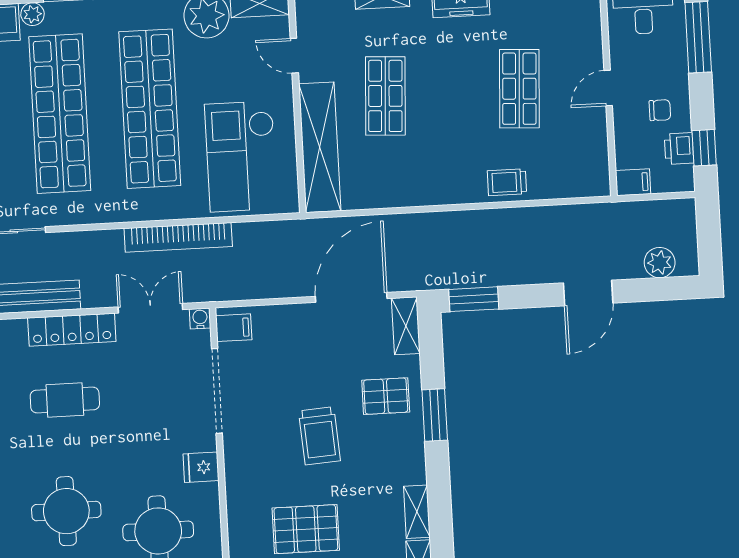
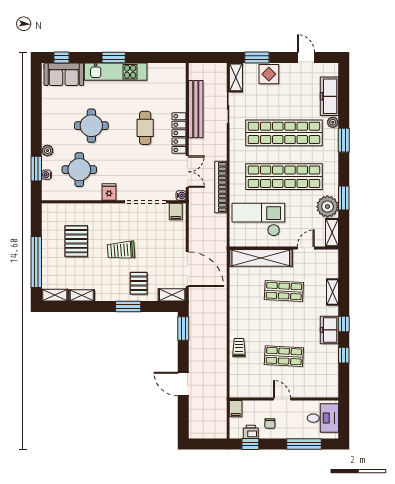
plant: (660, 263) -> (196, 419), removed

